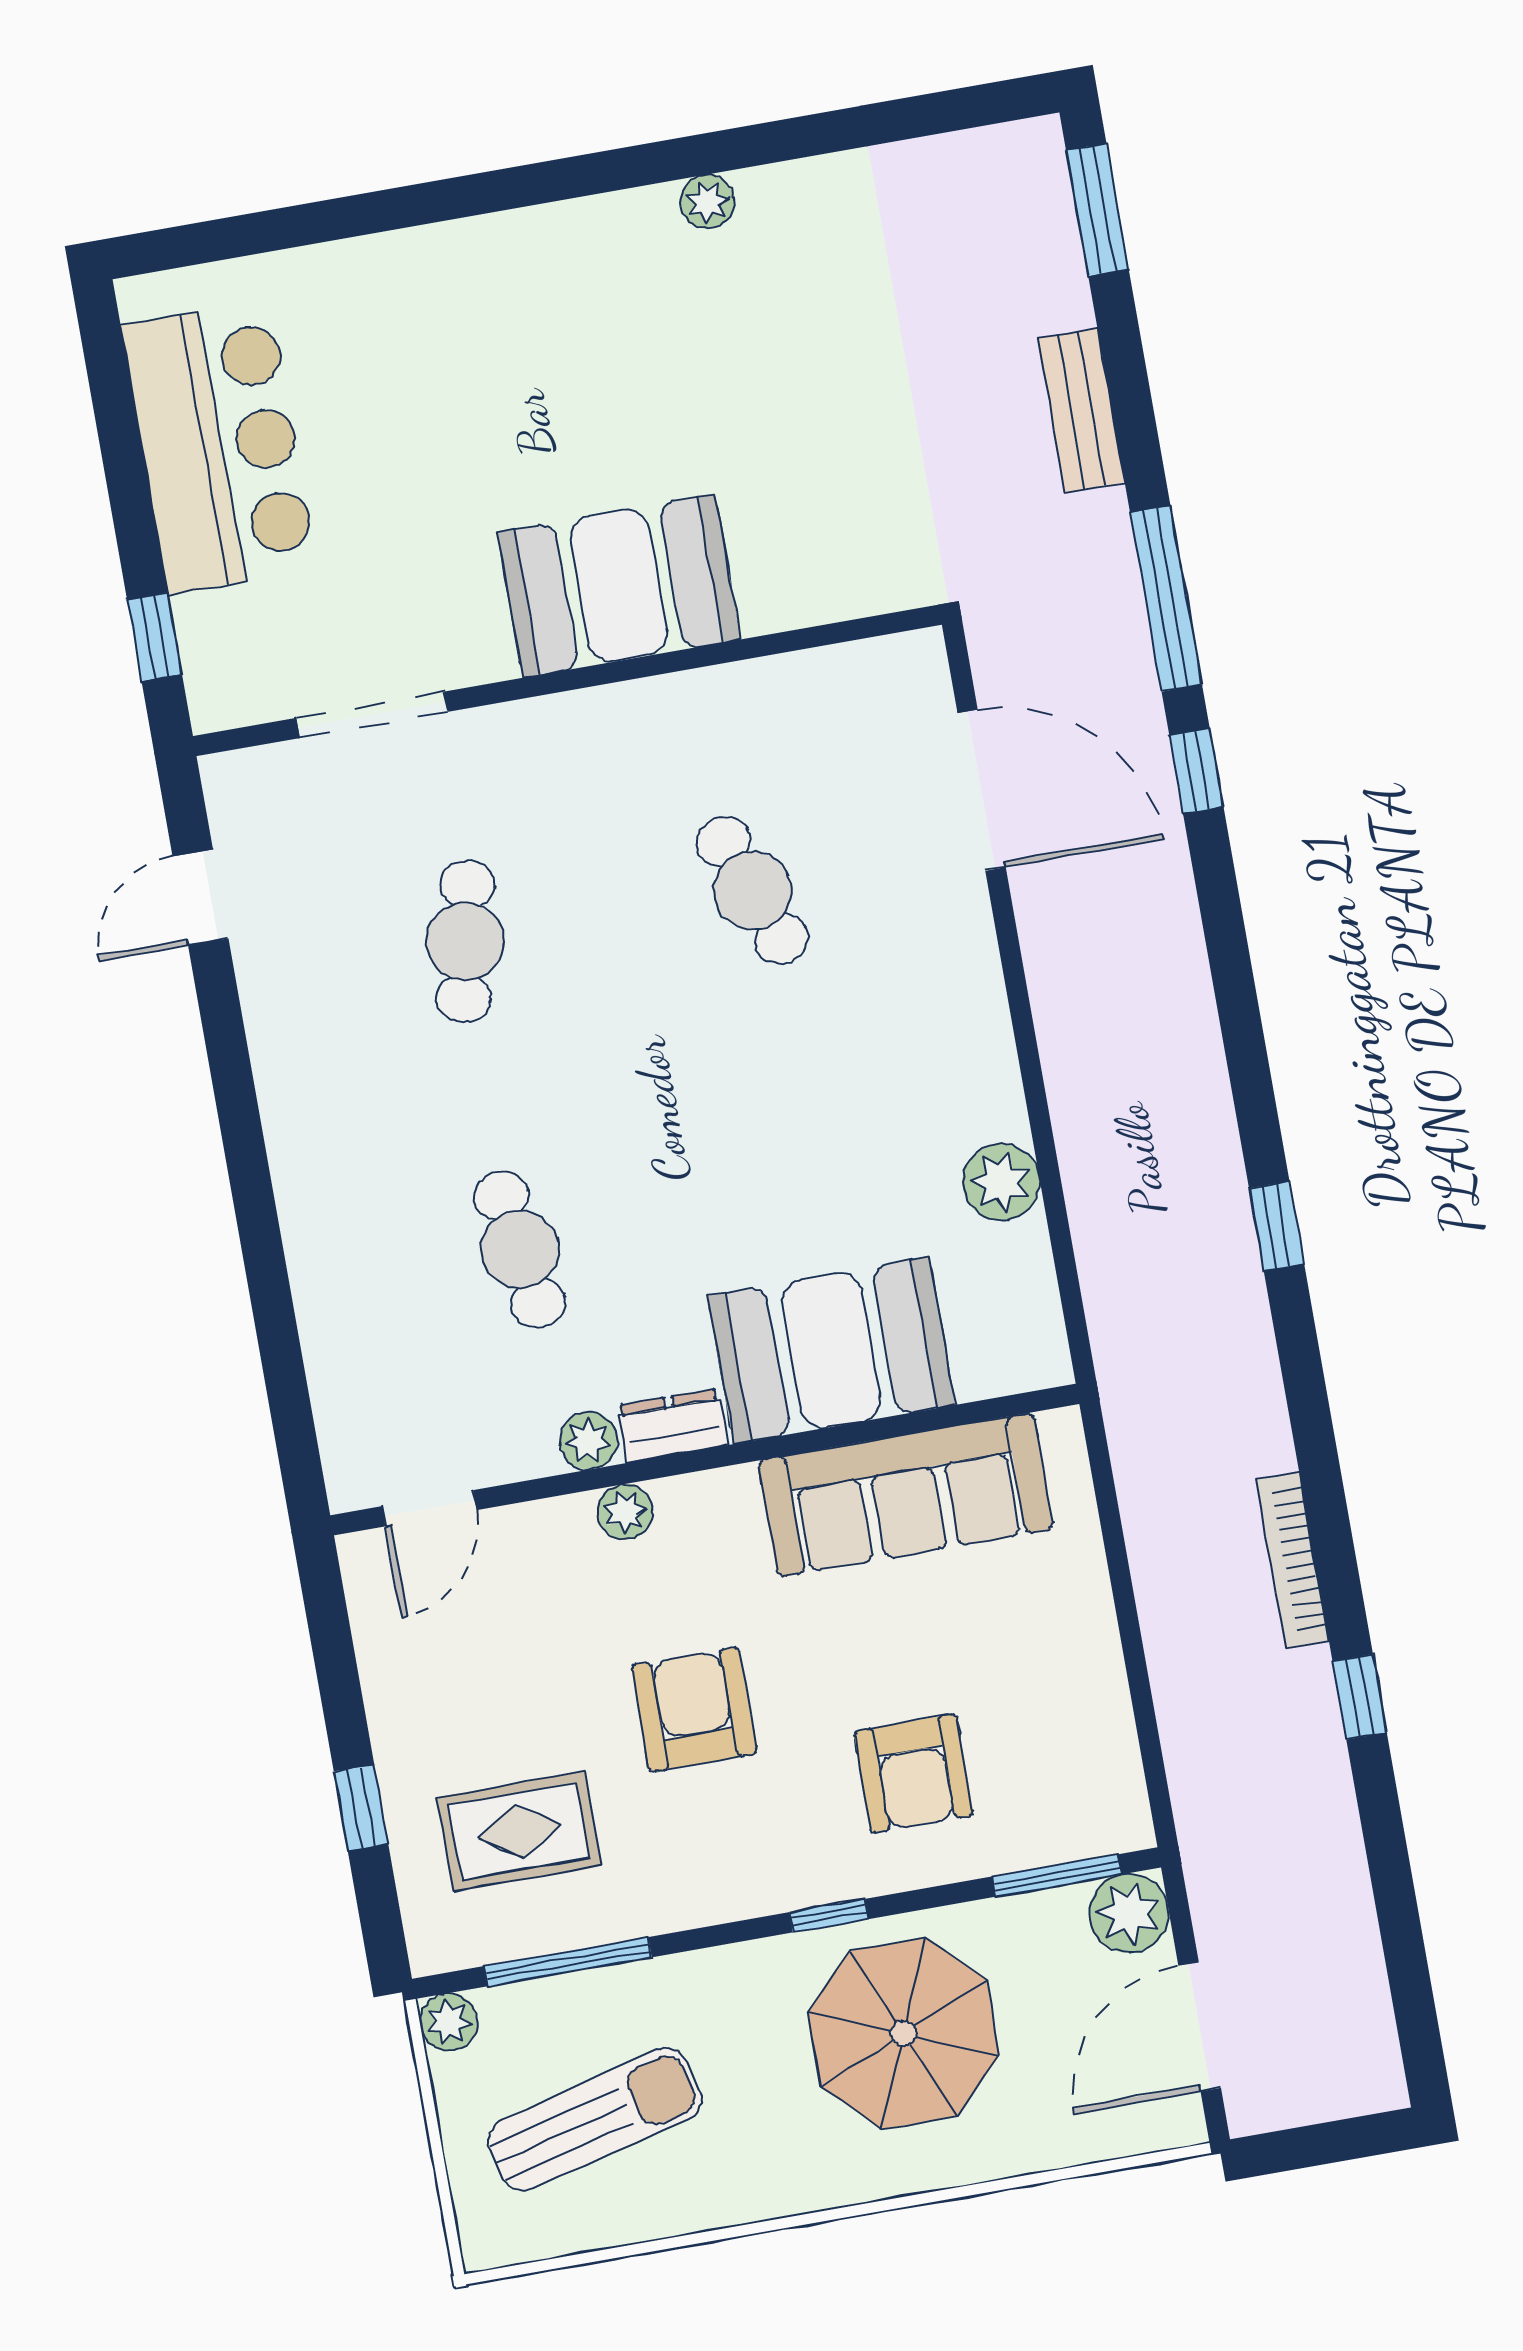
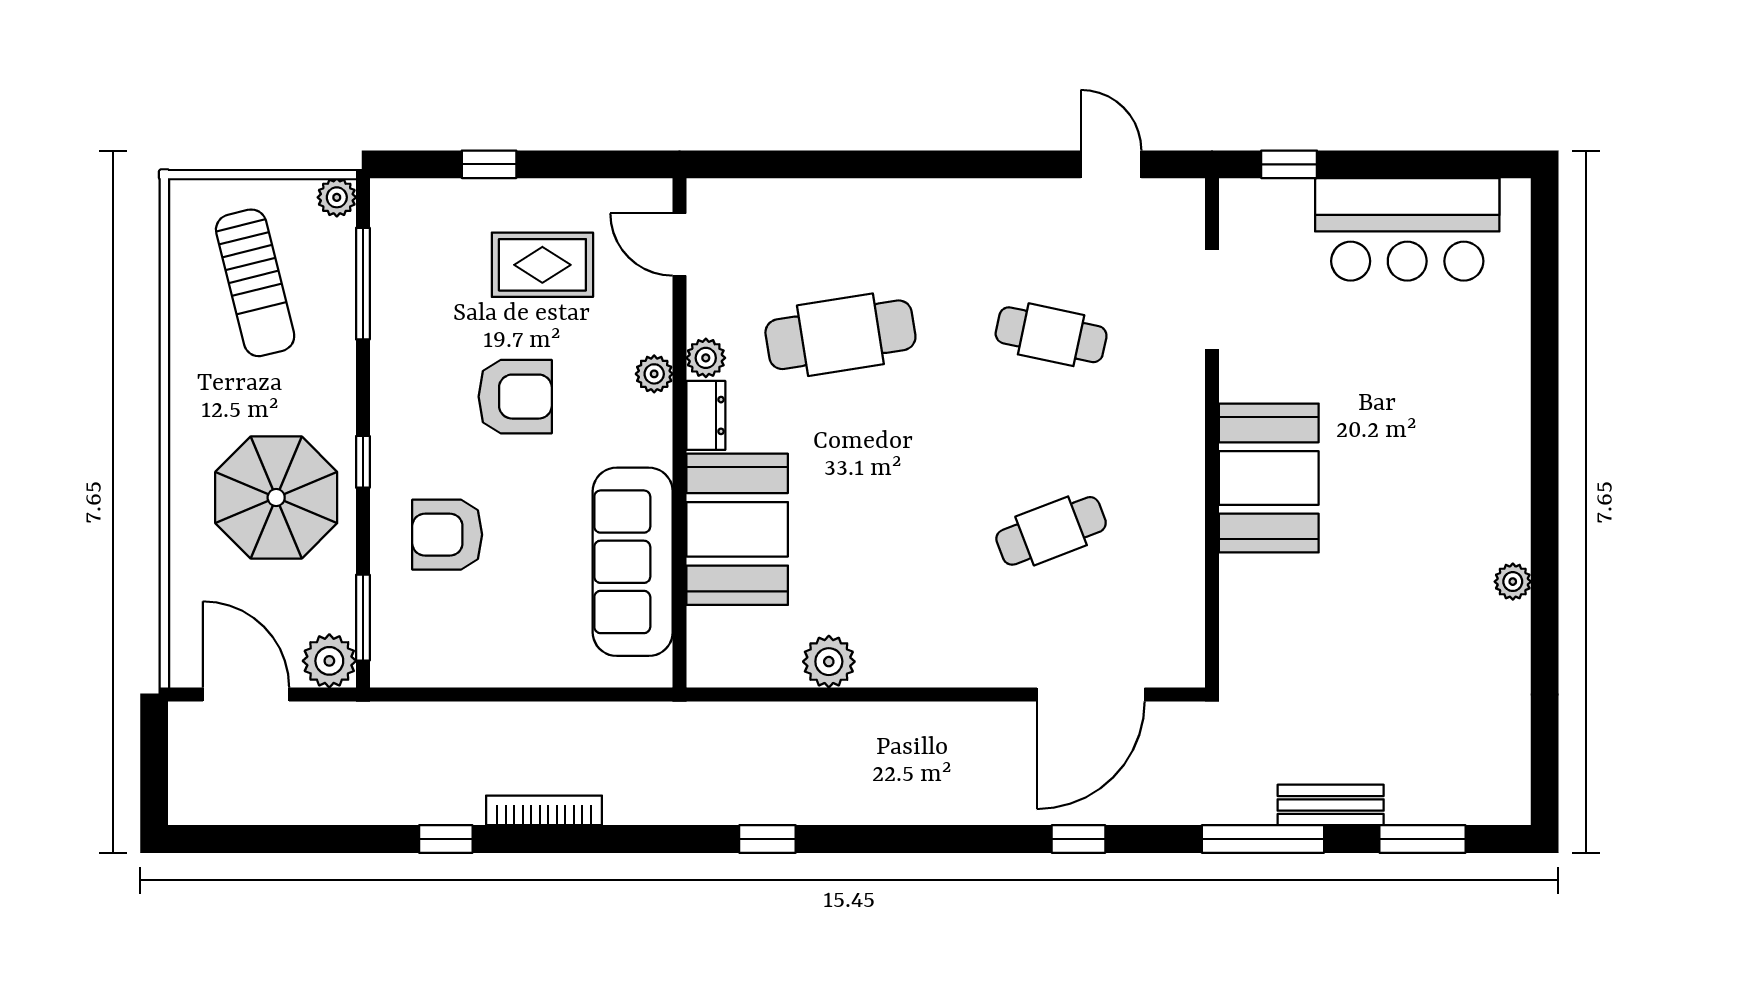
window: (1097, 210) -> (1422, 839), moved
window: (1166, 599) -> (1263, 839), moved
cafe table: (520, 1249) -> (840, 335), width x1.37, depth x1.35
rug: (519, 1831) -> (542, 265), moved, turned 90

